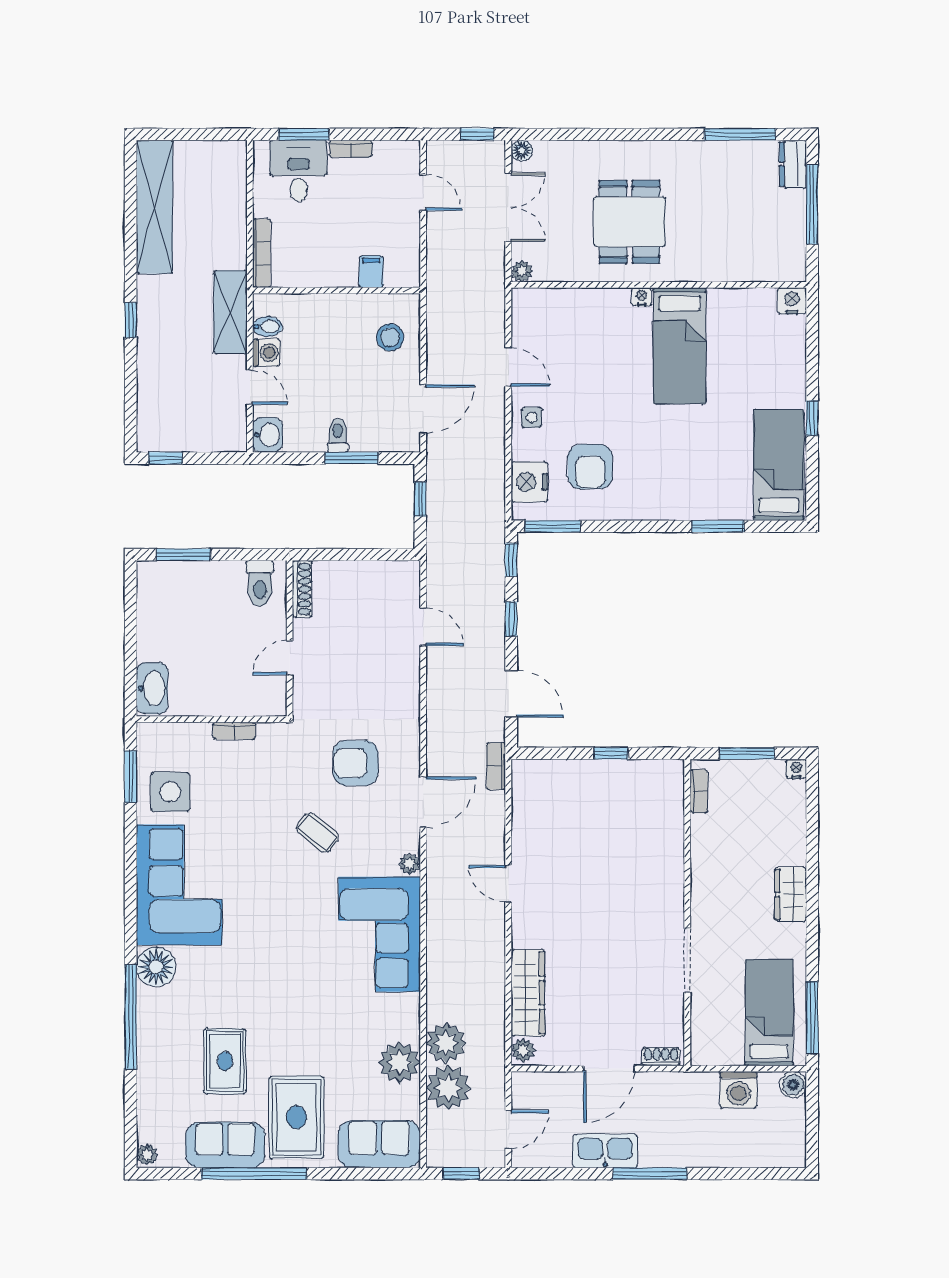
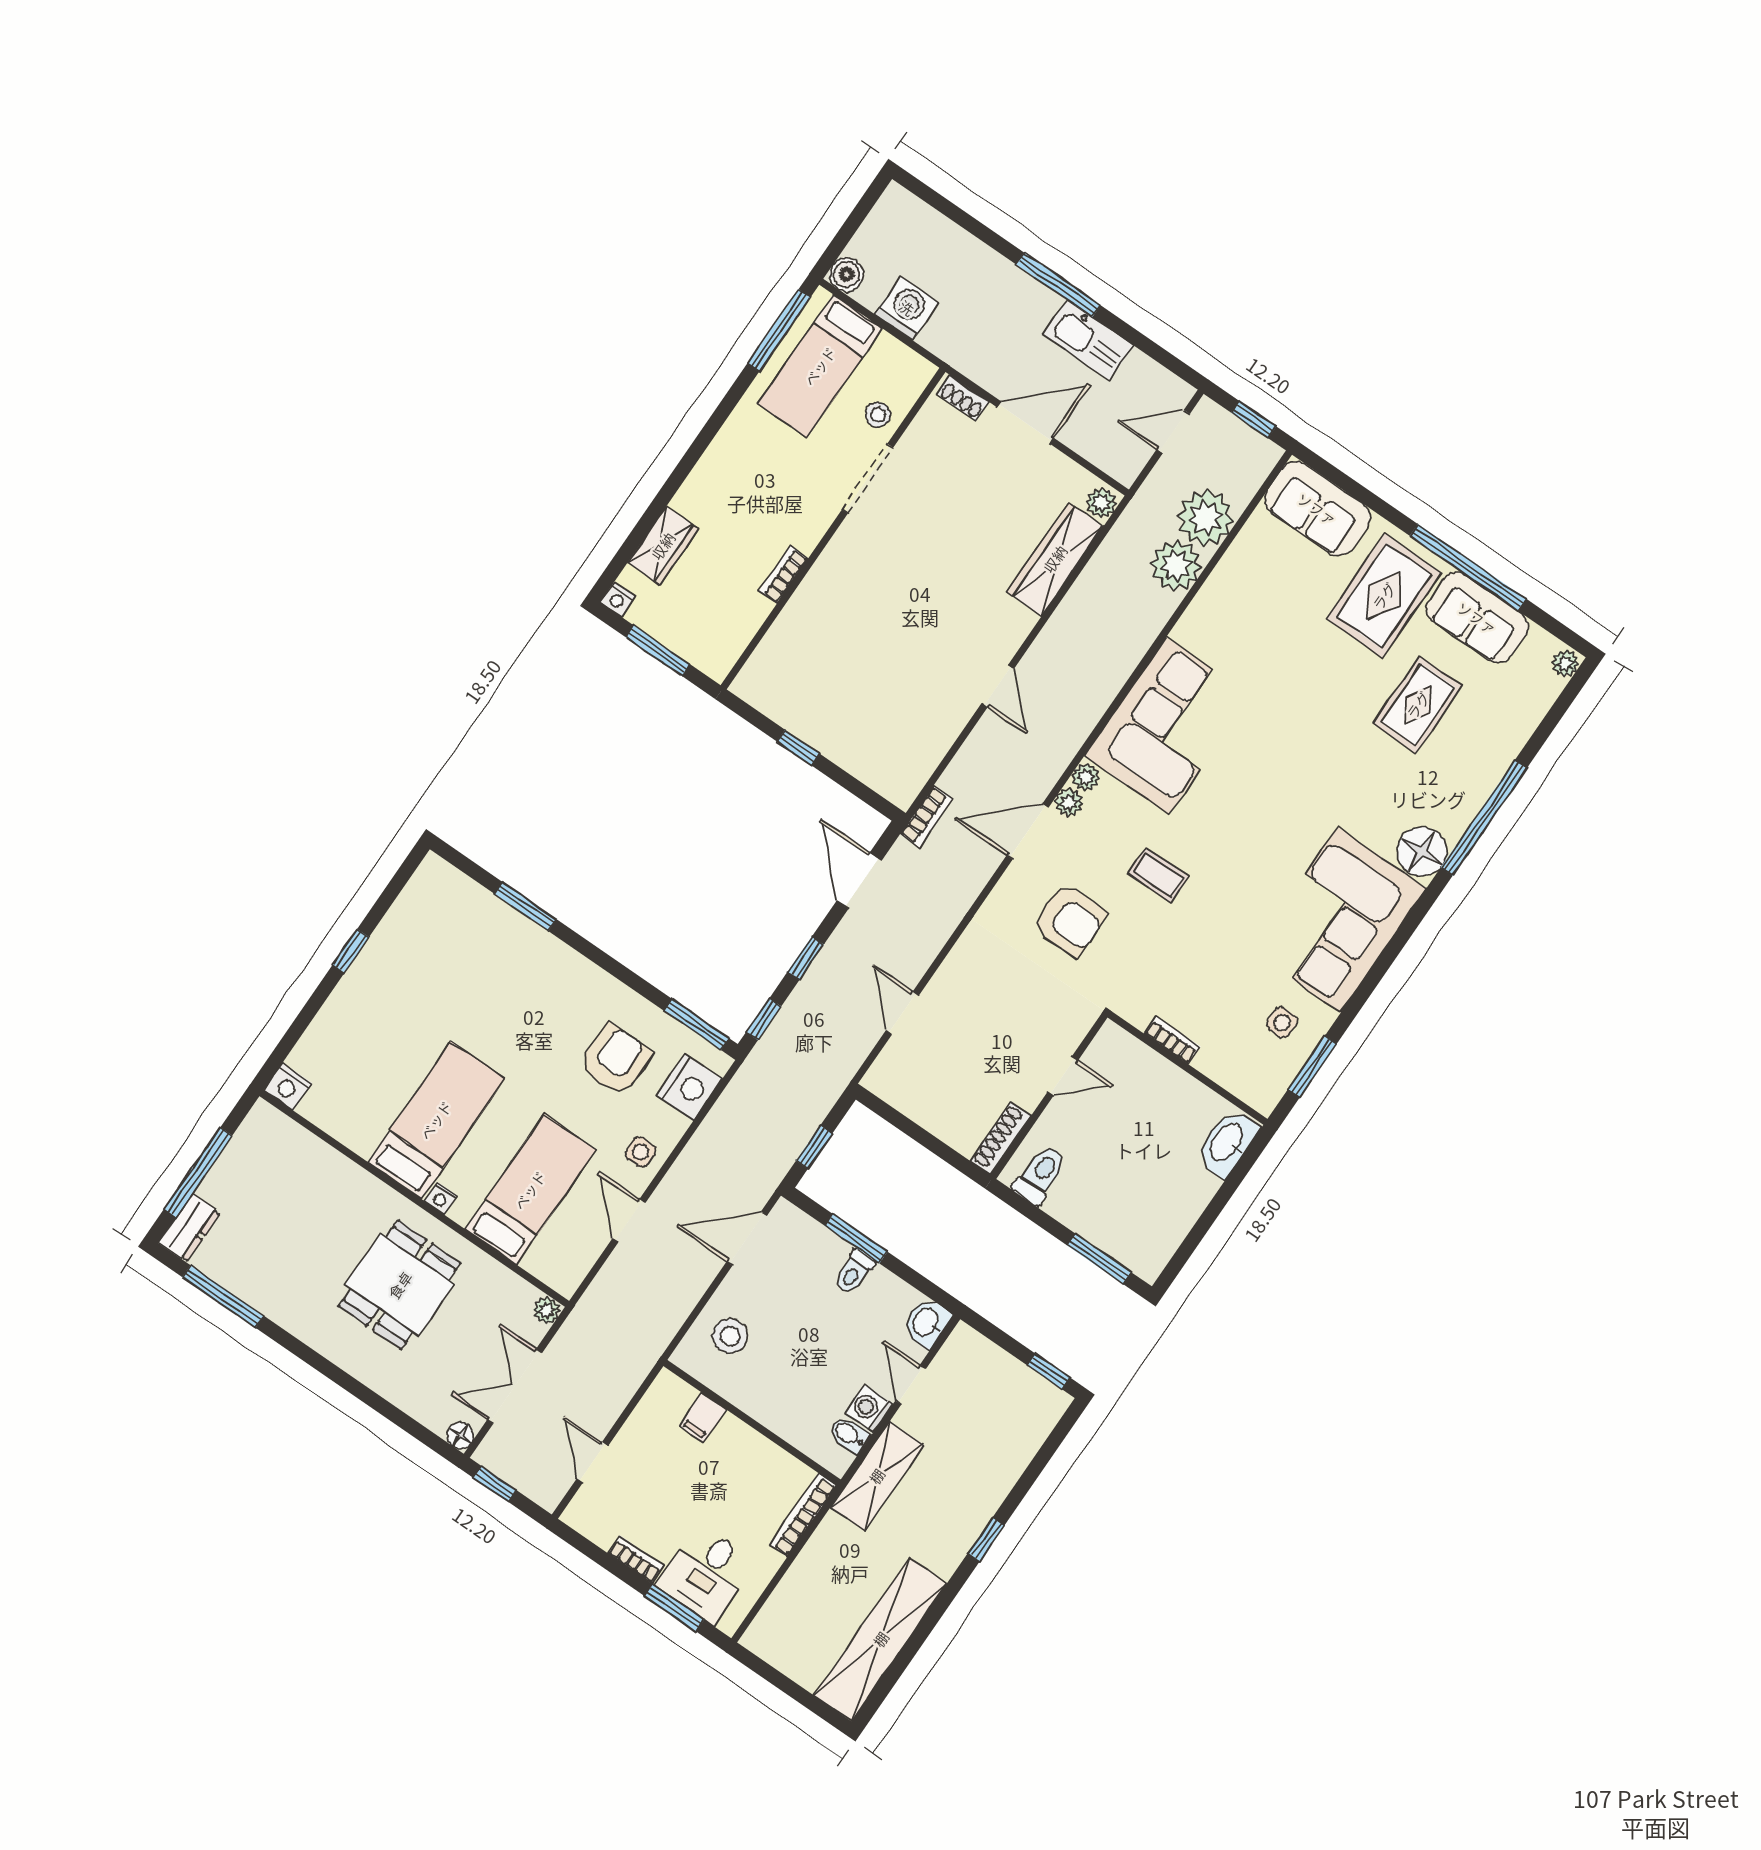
bed: (779, 465) -> (530, 1190), moved, turned 180
bookcase: (699, 791) -> (784, 575), moved
side table: (170, 792) -> (1282, 1023), width x0.54, depth x0.54
coffee table: (318, 833) -> (1159, 875), turned -39
wardrobe: (791, 895) -> (663, 546), moved
stool: (709, 1007) -> (878, 415), added
plant: (399, 1063) -> (1069, 802), moved, width x0.53, depth x0.53

